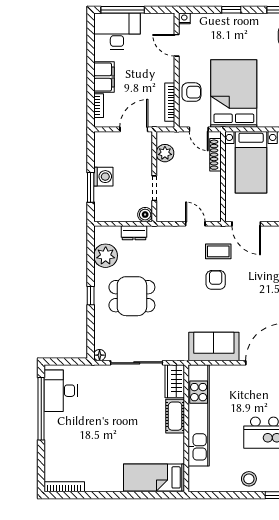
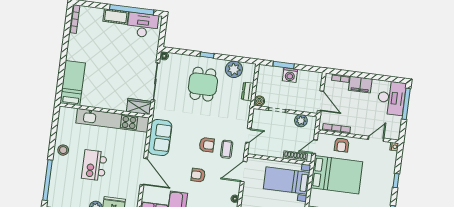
armchair: (259, 286) -> (198, 175), added
cot: (175, 416) -> (116, 17), moved

